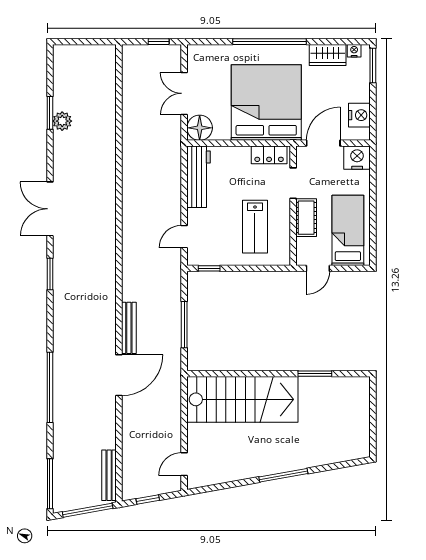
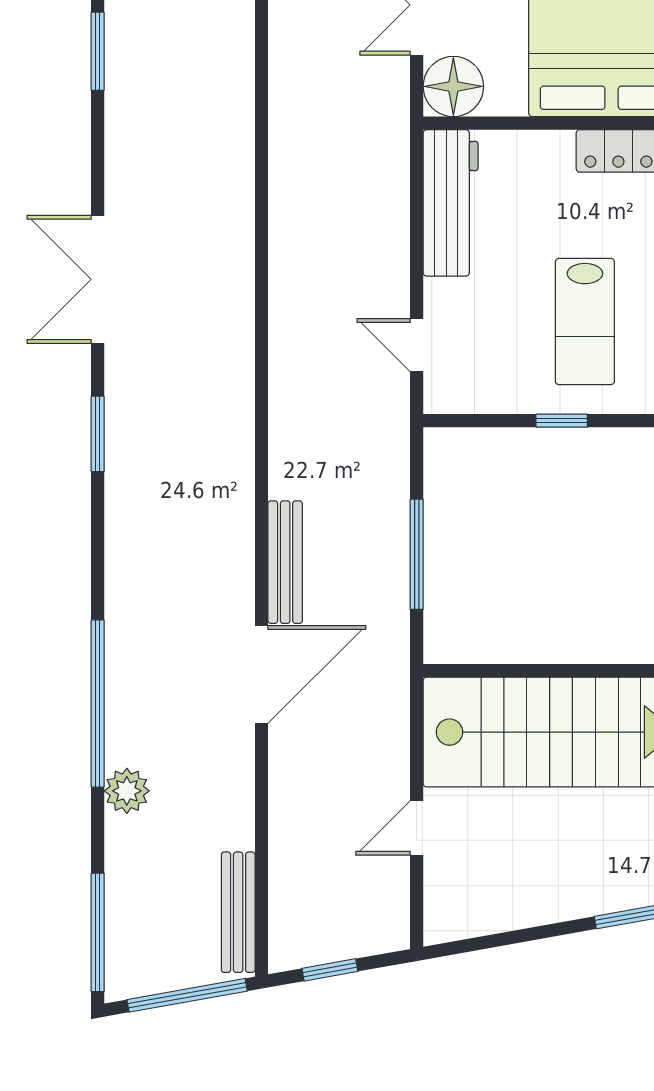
plant: (62, 121) -> (127, 791), moved
door: (184, 237) -> (417, 345), hinge flipped
window: (209, 268) -> (562, 421), moved
door: (184, 464) -> (417, 828), moved

